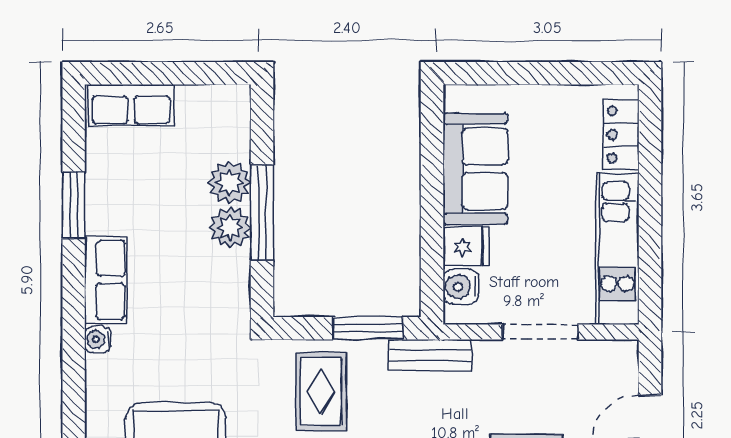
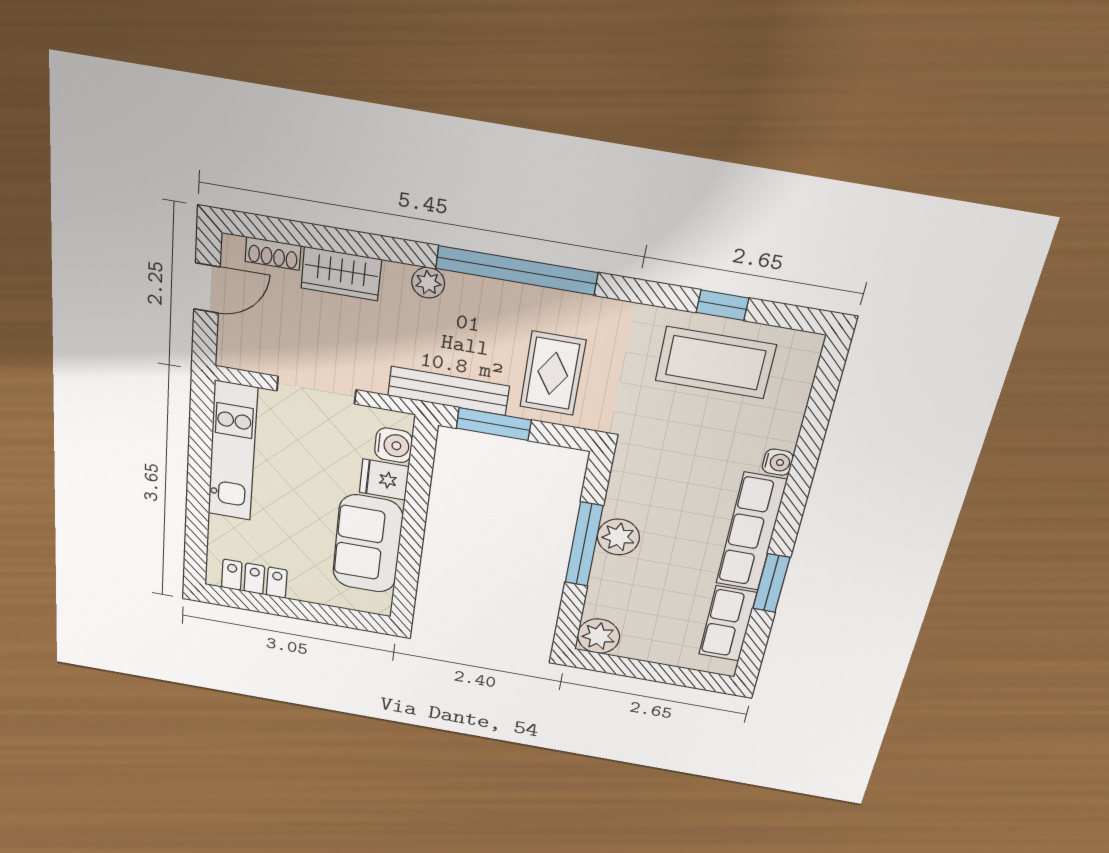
row of seats: (131, 105) -> (728, 624), moved, turned -90
locker: (621, 135) -> (254, 579), moved, turned -90
plant: (230, 183) -> (599, 636), moved
row of seats: (106, 280) -> (751, 532), width x1.48
bench: (430, 355) -> (448, 391), width x1.36

